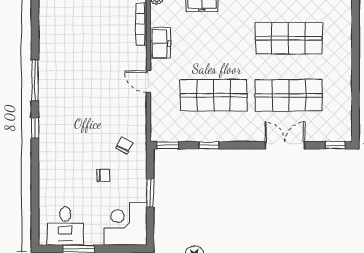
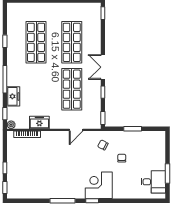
door: (148, 81) -> (76, 130), moved
double door: (285, 145) -> (103, 67), moved
corner desk: (125, 224) -> (99, 185), moved, turned 90

